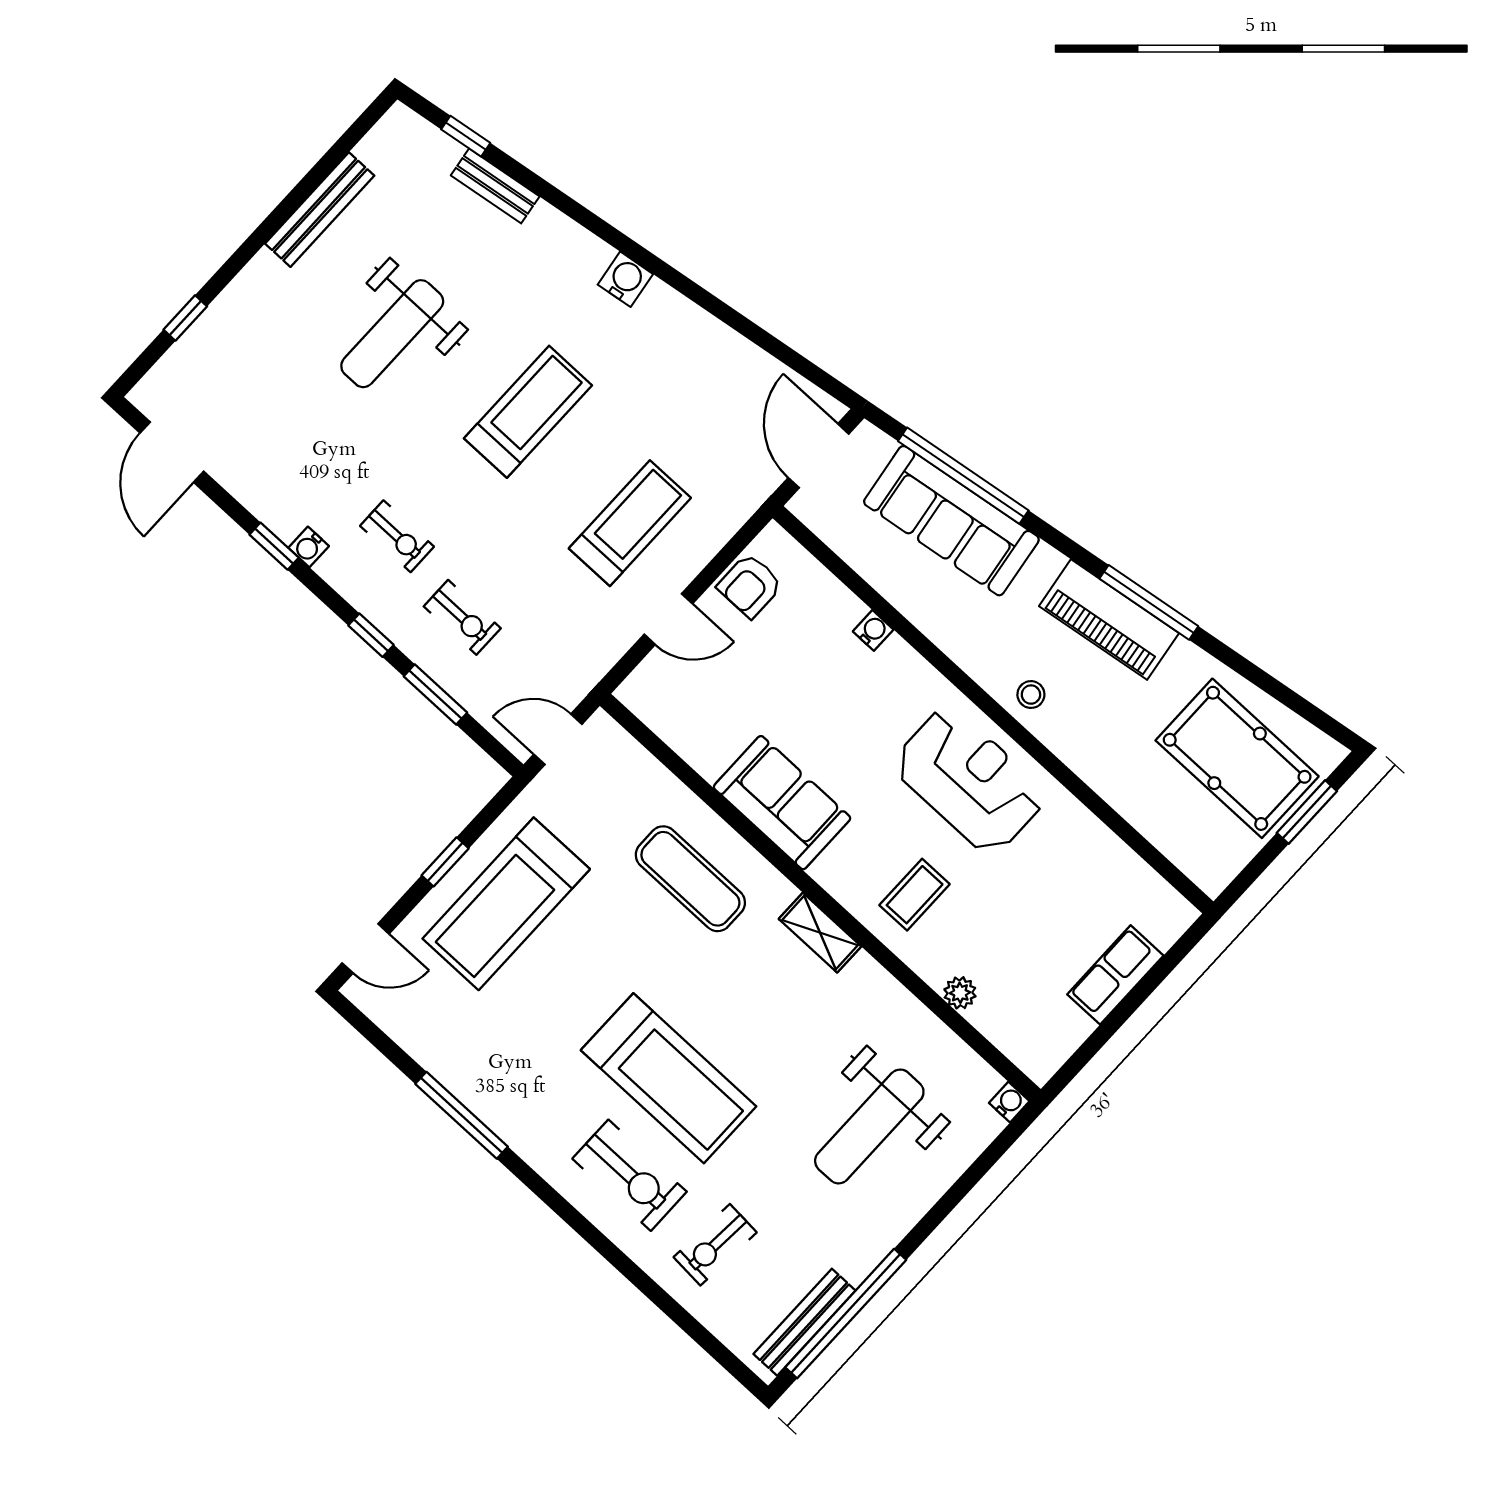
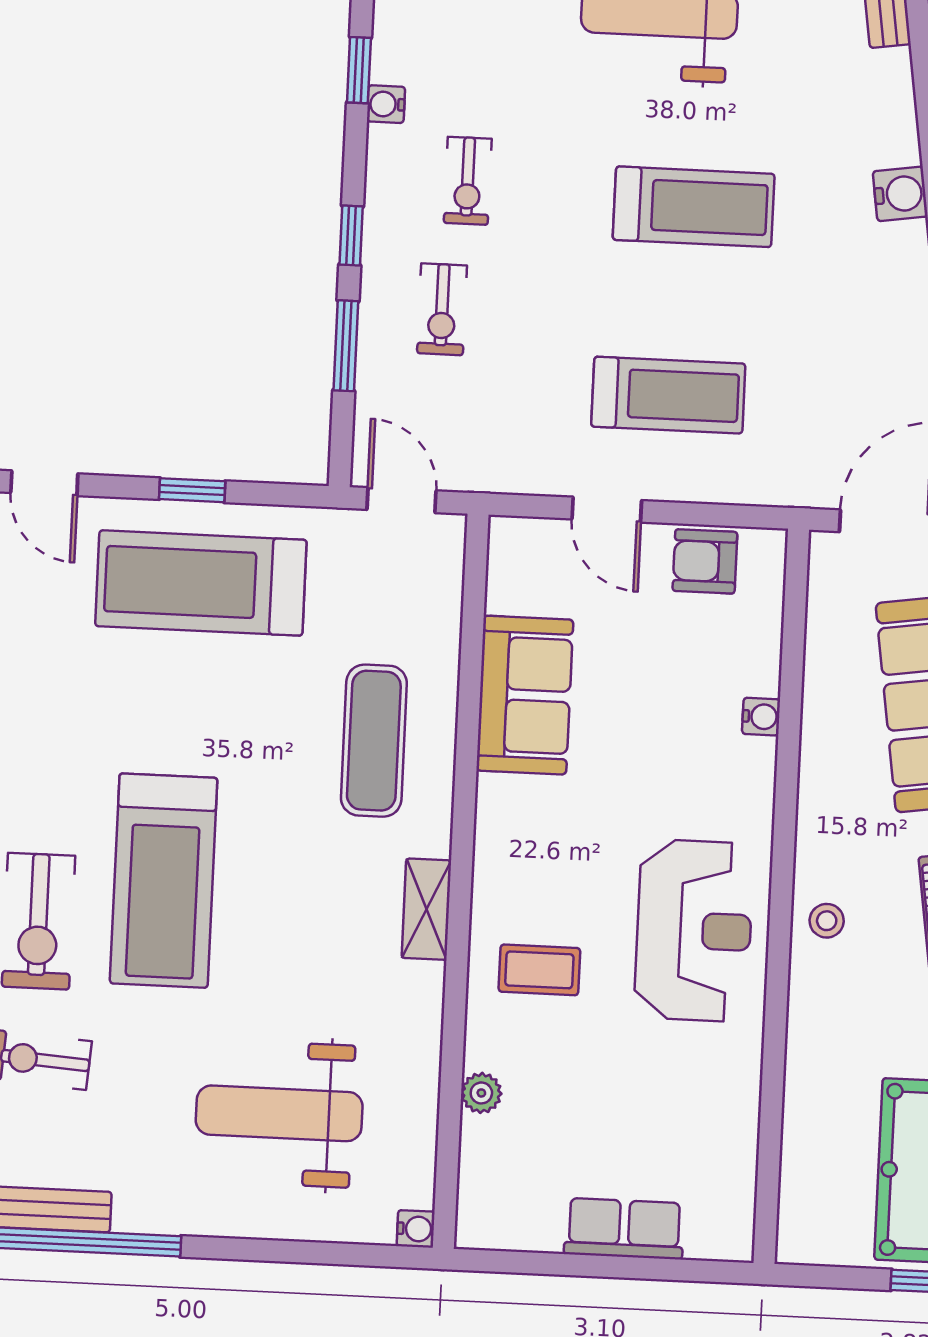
sofa: (782, 803) -> (525, 695), moved

